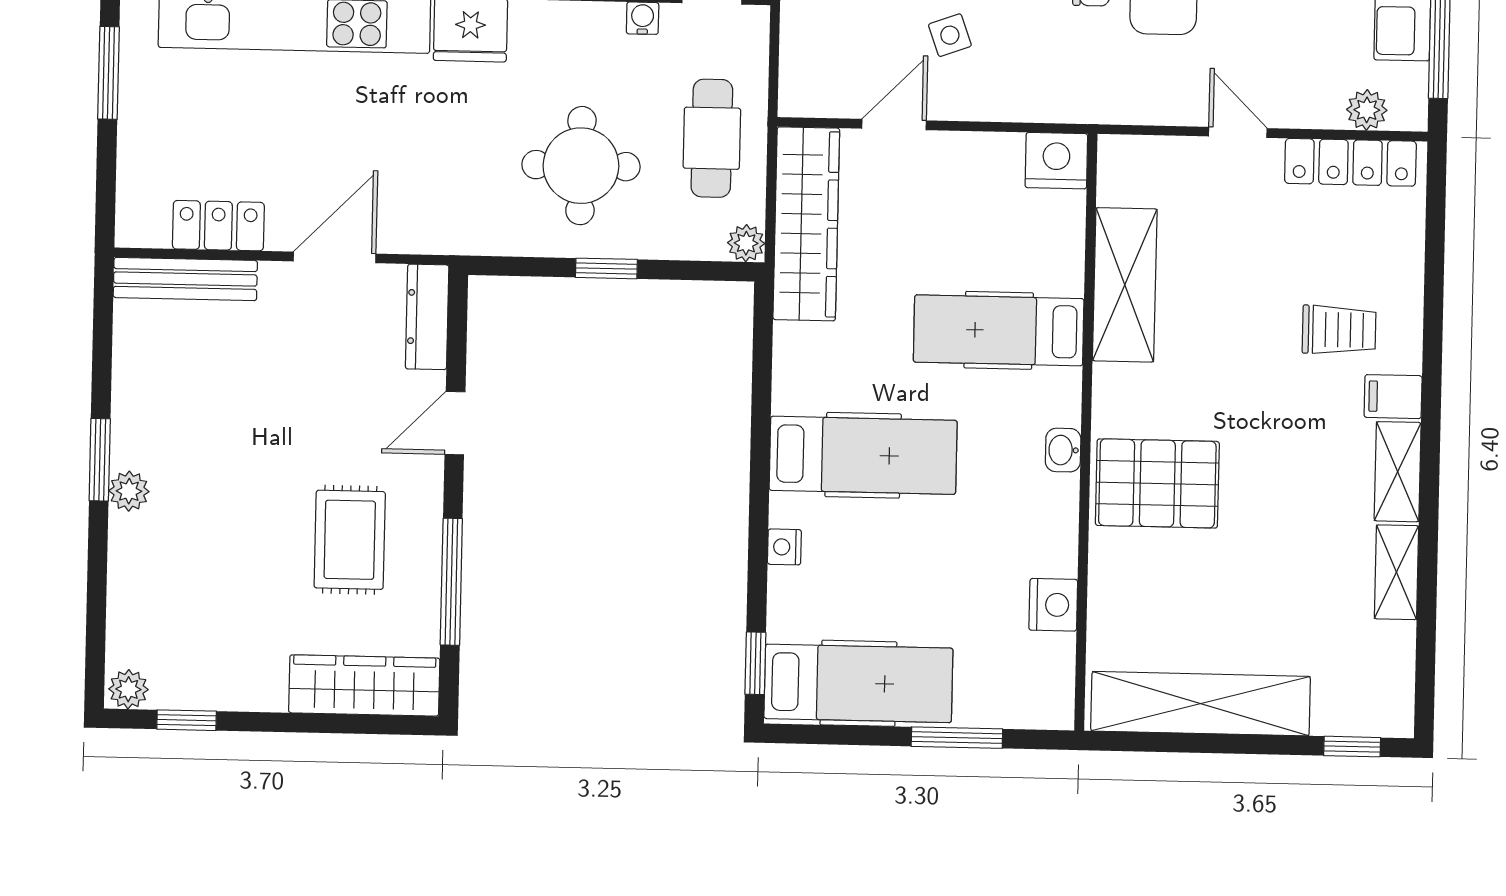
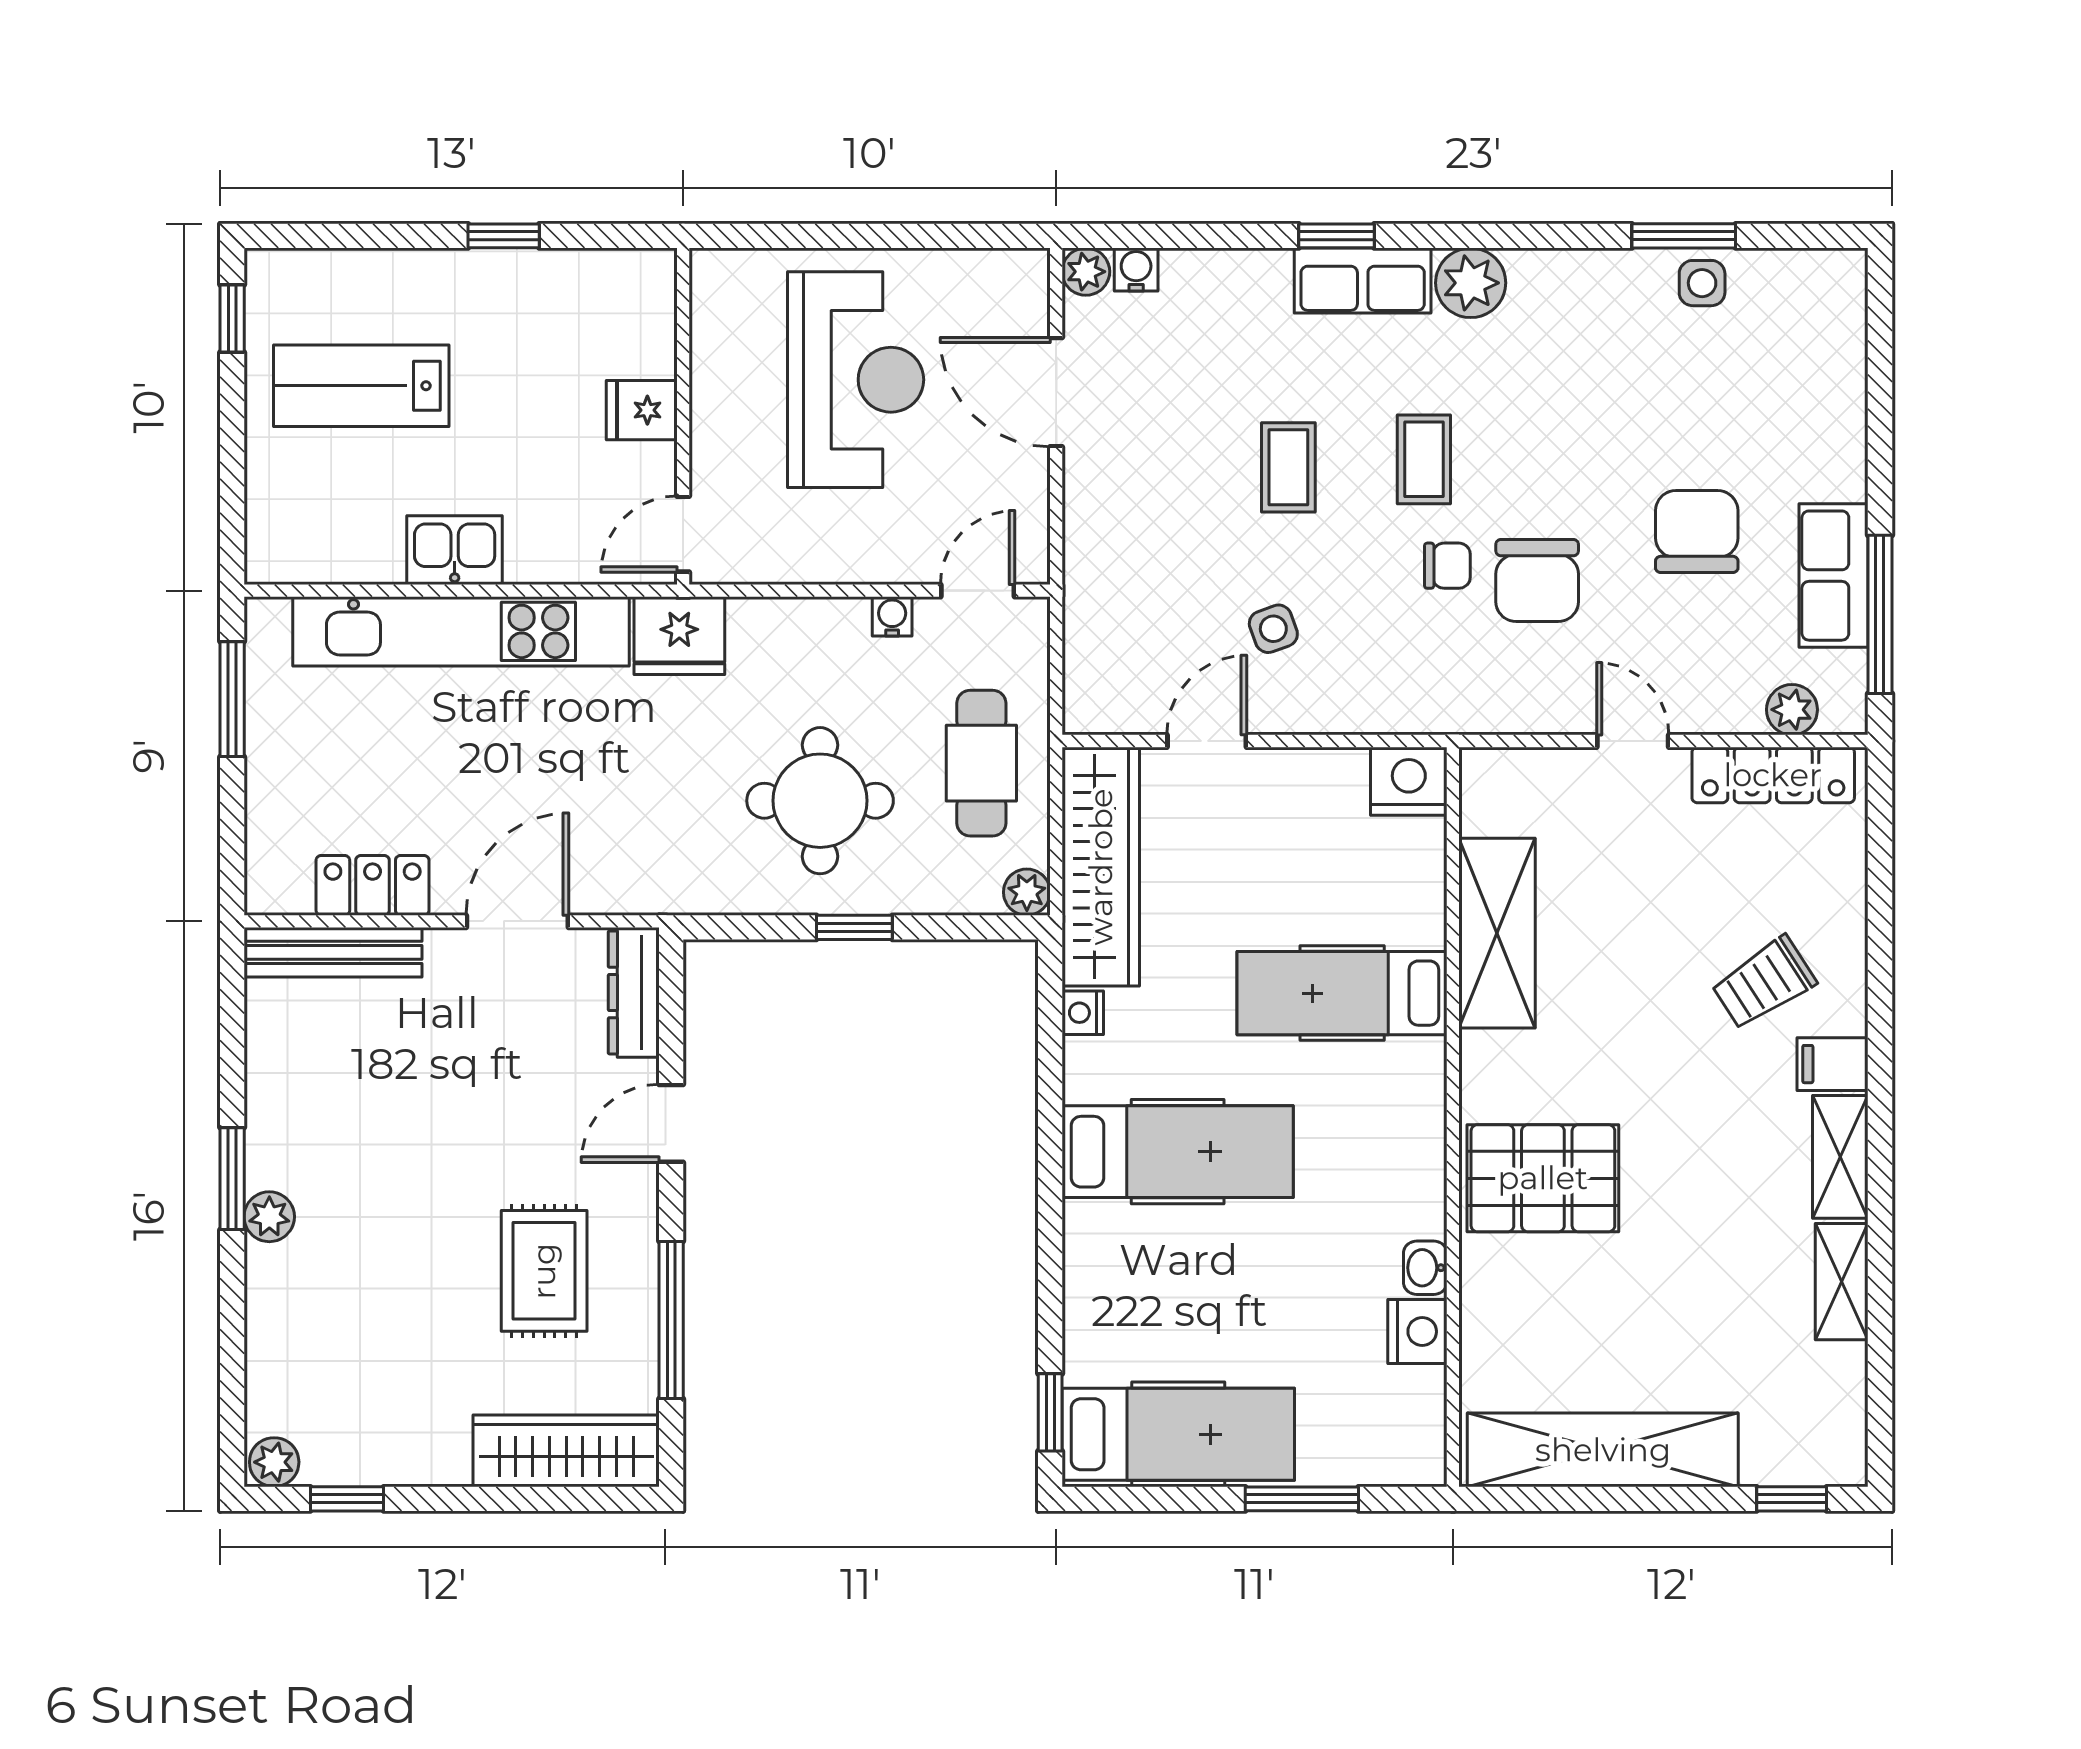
trolley: (1339, 330) -> (1764, 983), turned 147
washbasin: (1063, 450) -> (1425, 1268), moved
nightstand: (784, 547) -> (1083, 1013), moved

